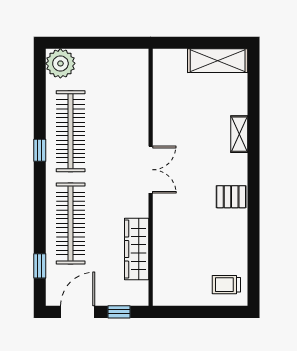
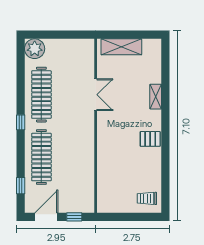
shelving: (218, 61) -> (121, 47), moved
window: (40, 150) -> (21, 122), moved
double door: (151, 170) -> (96, 95), moved
wardrobe: (137, 249) -> (86, 174), removed

